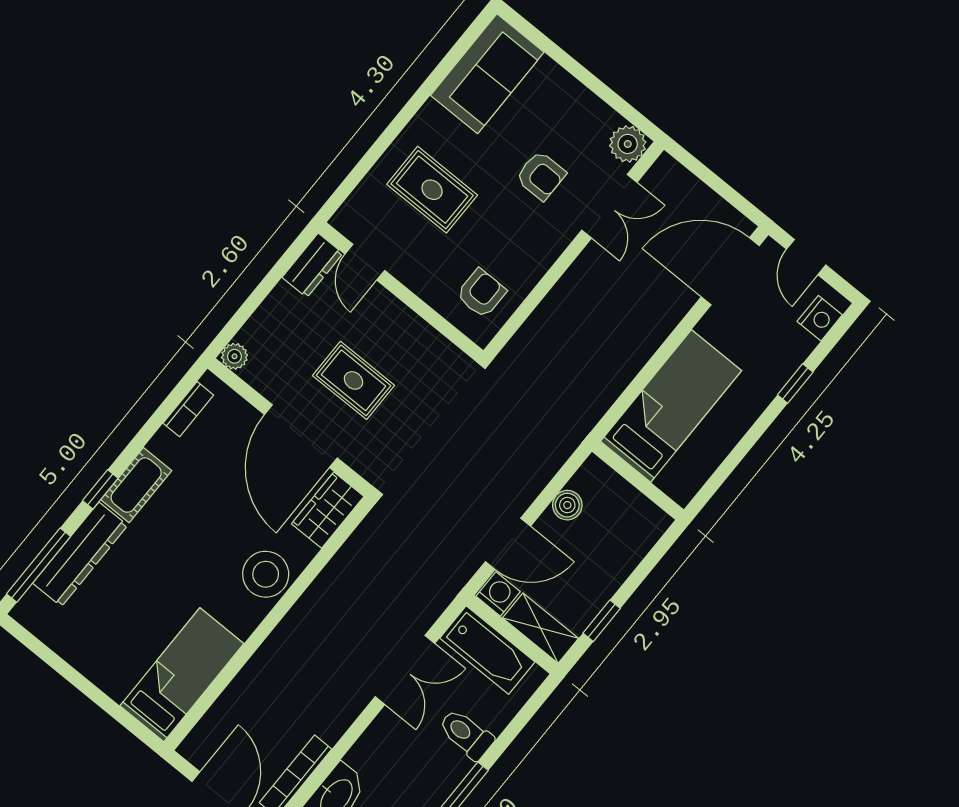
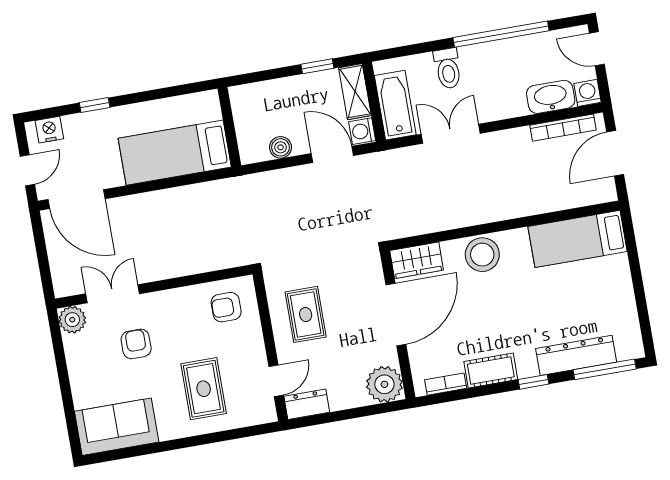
plant: (234, 356) -> (384, 384), width x1.87, depth x1.87
rug: (353, 380) -> (306, 314), moved
cot: (136, 485) -> (491, 370), moved

